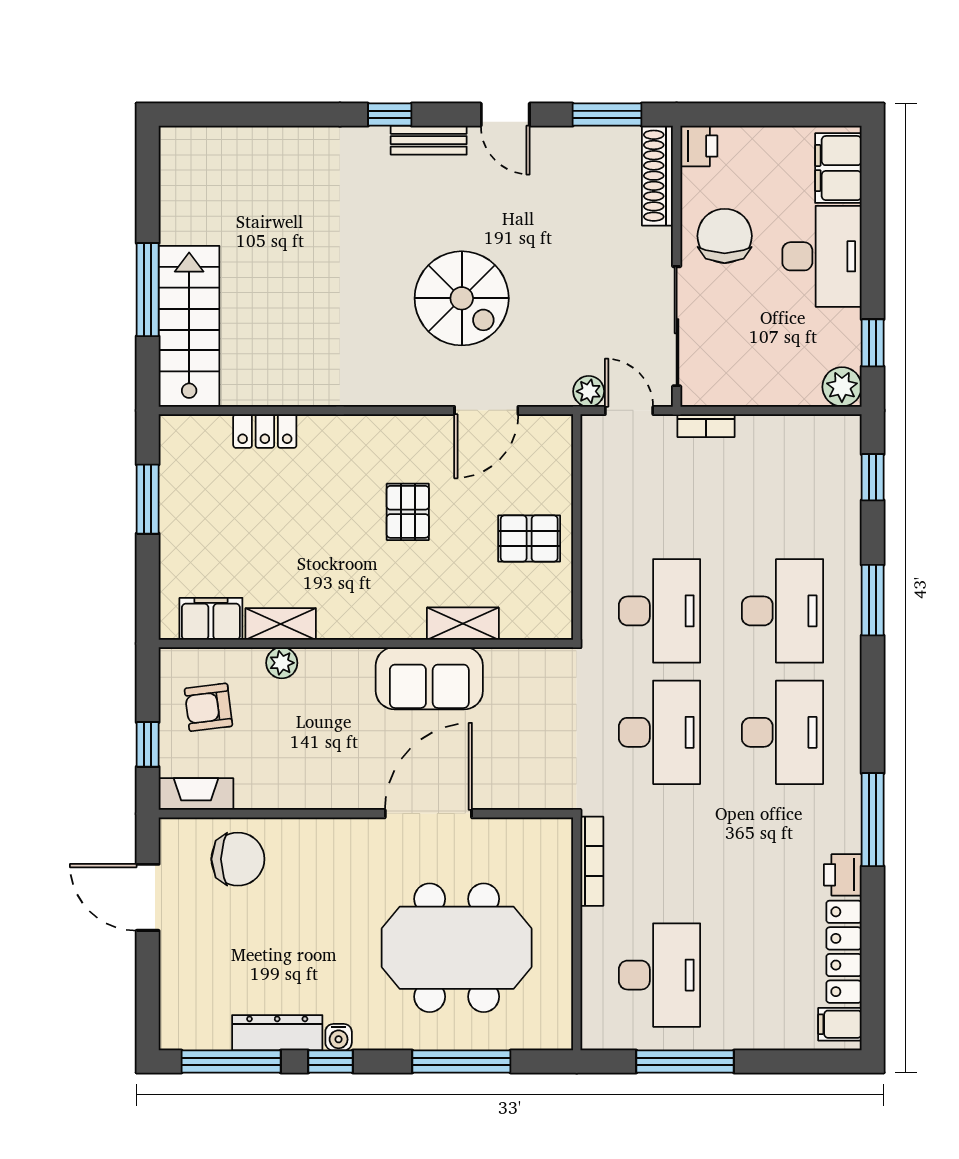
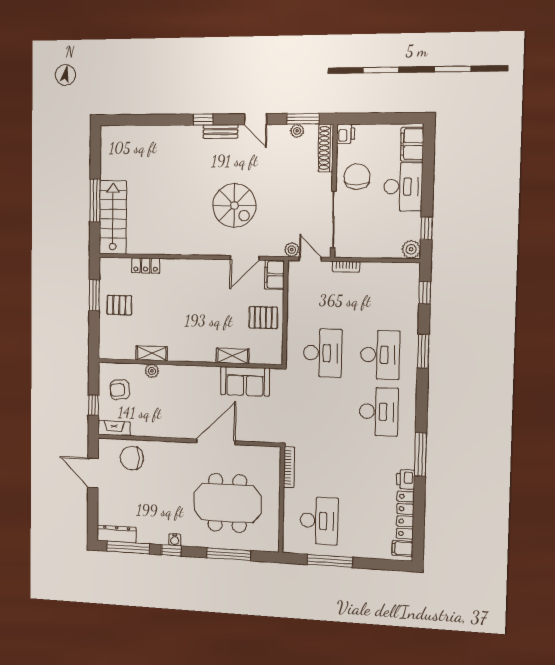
plant: (595, 140) -> (297, 131), added
pallet: (408, 512) -> (119, 305), moved, turned 90
filing cabinet: (211, 619) -> (274, 275), moved, turned -90
sofa: (429, 678) -> (245, 381), moved
desk: (660, 732) -> (321, 409), removed
chair: (238, 859) -> (132, 458), turned 180
dresser: (277, 1033) -> (117, 534), moved

